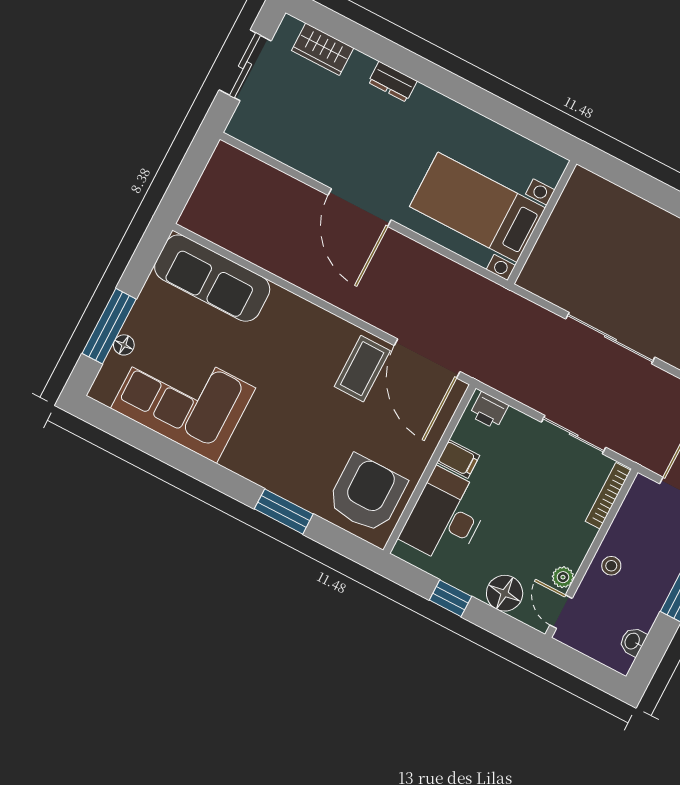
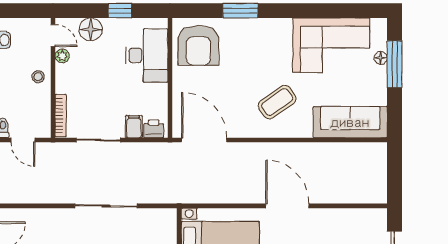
coffee table: (362, 369) -> (277, 102), moved, turned 55
filing cabinet: (458, 459) -> (134, 127), moved, turned 90

